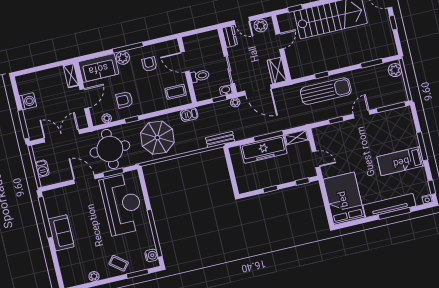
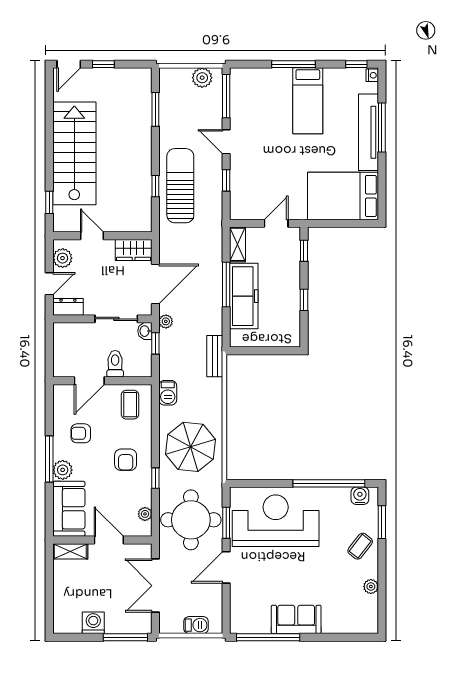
plant: (395, 70) -> (202, 78), moved
armchair: (124, 100) -> (126, 460), moved

